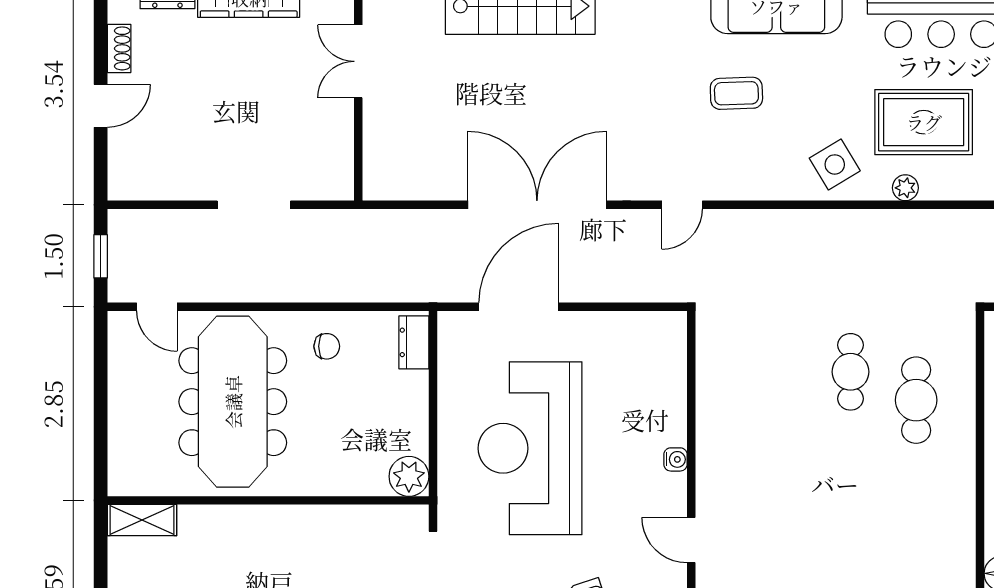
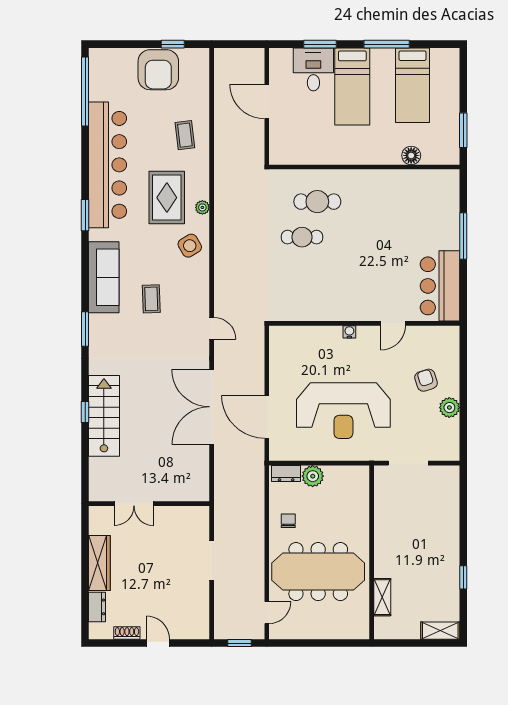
plant: (409, 476) -> (313, 476), moved
shelving: (142, 520) -> (382, 597), moved

